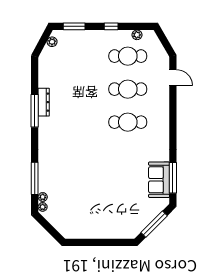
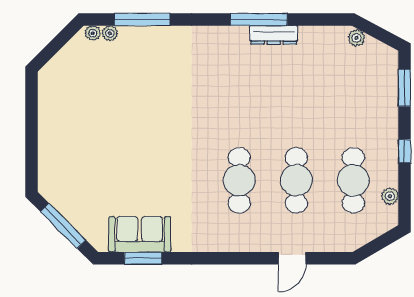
plant: (52, 42) -> (356, 38), moved
door: (173, 78) -> (292, 258), moved
window: (173, 178) -> (143, 258), width x0.69

